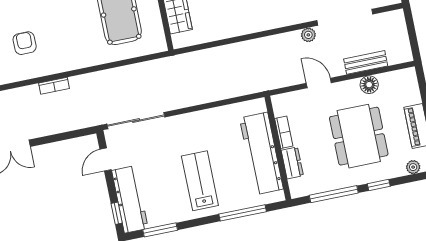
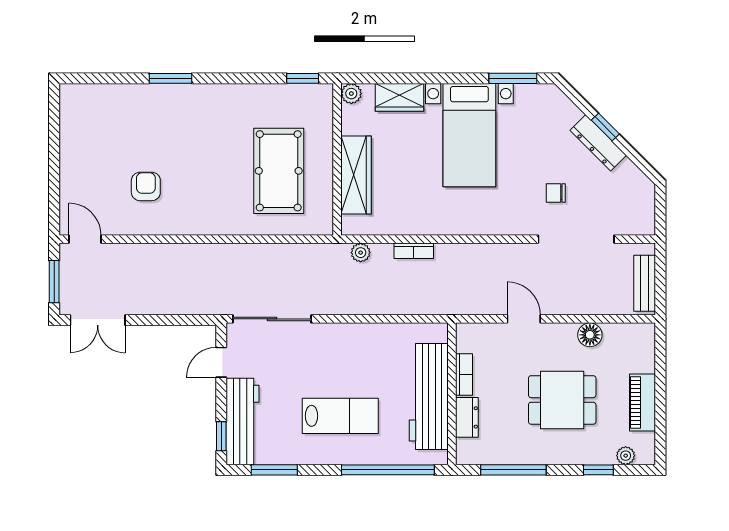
plant: (308, 35) -> (361, 253), moved
bench: (366, 62) -> (645, 283), moved, turned 90
bookcase: (54, 86) -> (414, 251), moved
dining table: (359, 136) -> (562, 400), width x0.73
lab bench: (200, 181) -> (340, 416), turned 90
window: (379, 185) -> (598, 470), moved
window: (243, 213) -> (388, 470), width x1.46

